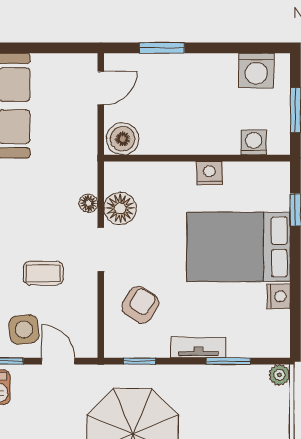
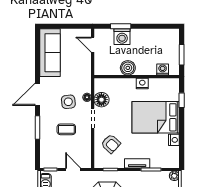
washing machine: (256, 70) -> (122, 37), moved
door: (101, 88) -> (93, 45), swing flipped
boiler: (123, 139) -> (128, 68), moved
armchair: (140, 305) -> (111, 144), turned 100
side table: (24, 329) -> (68, 102), moved

